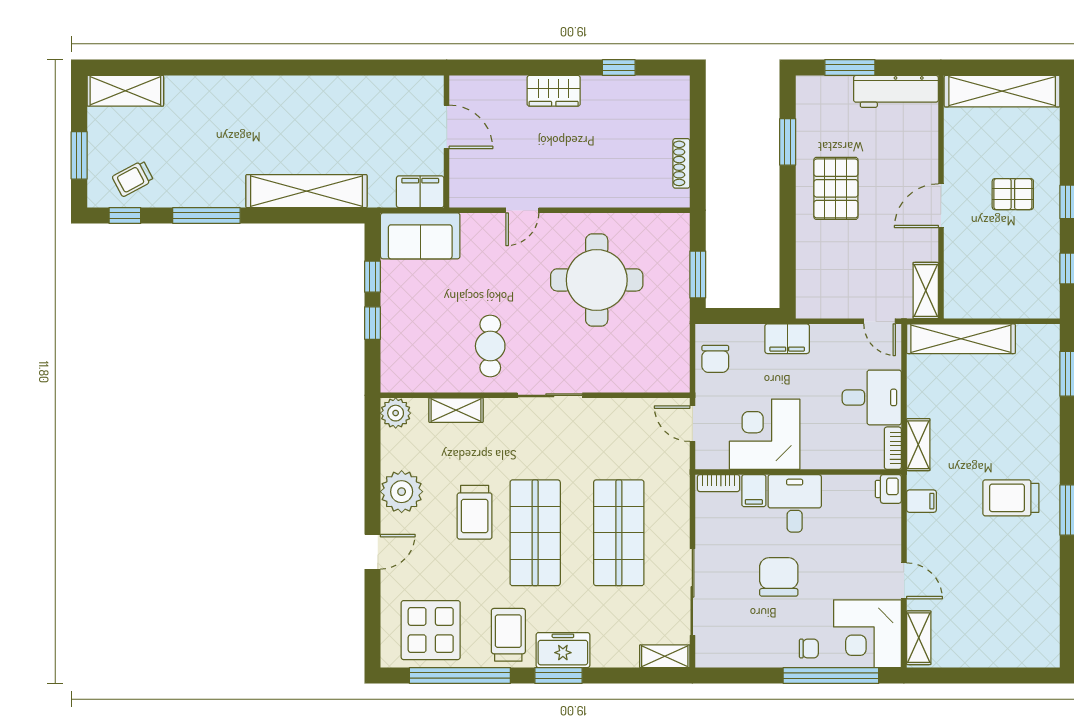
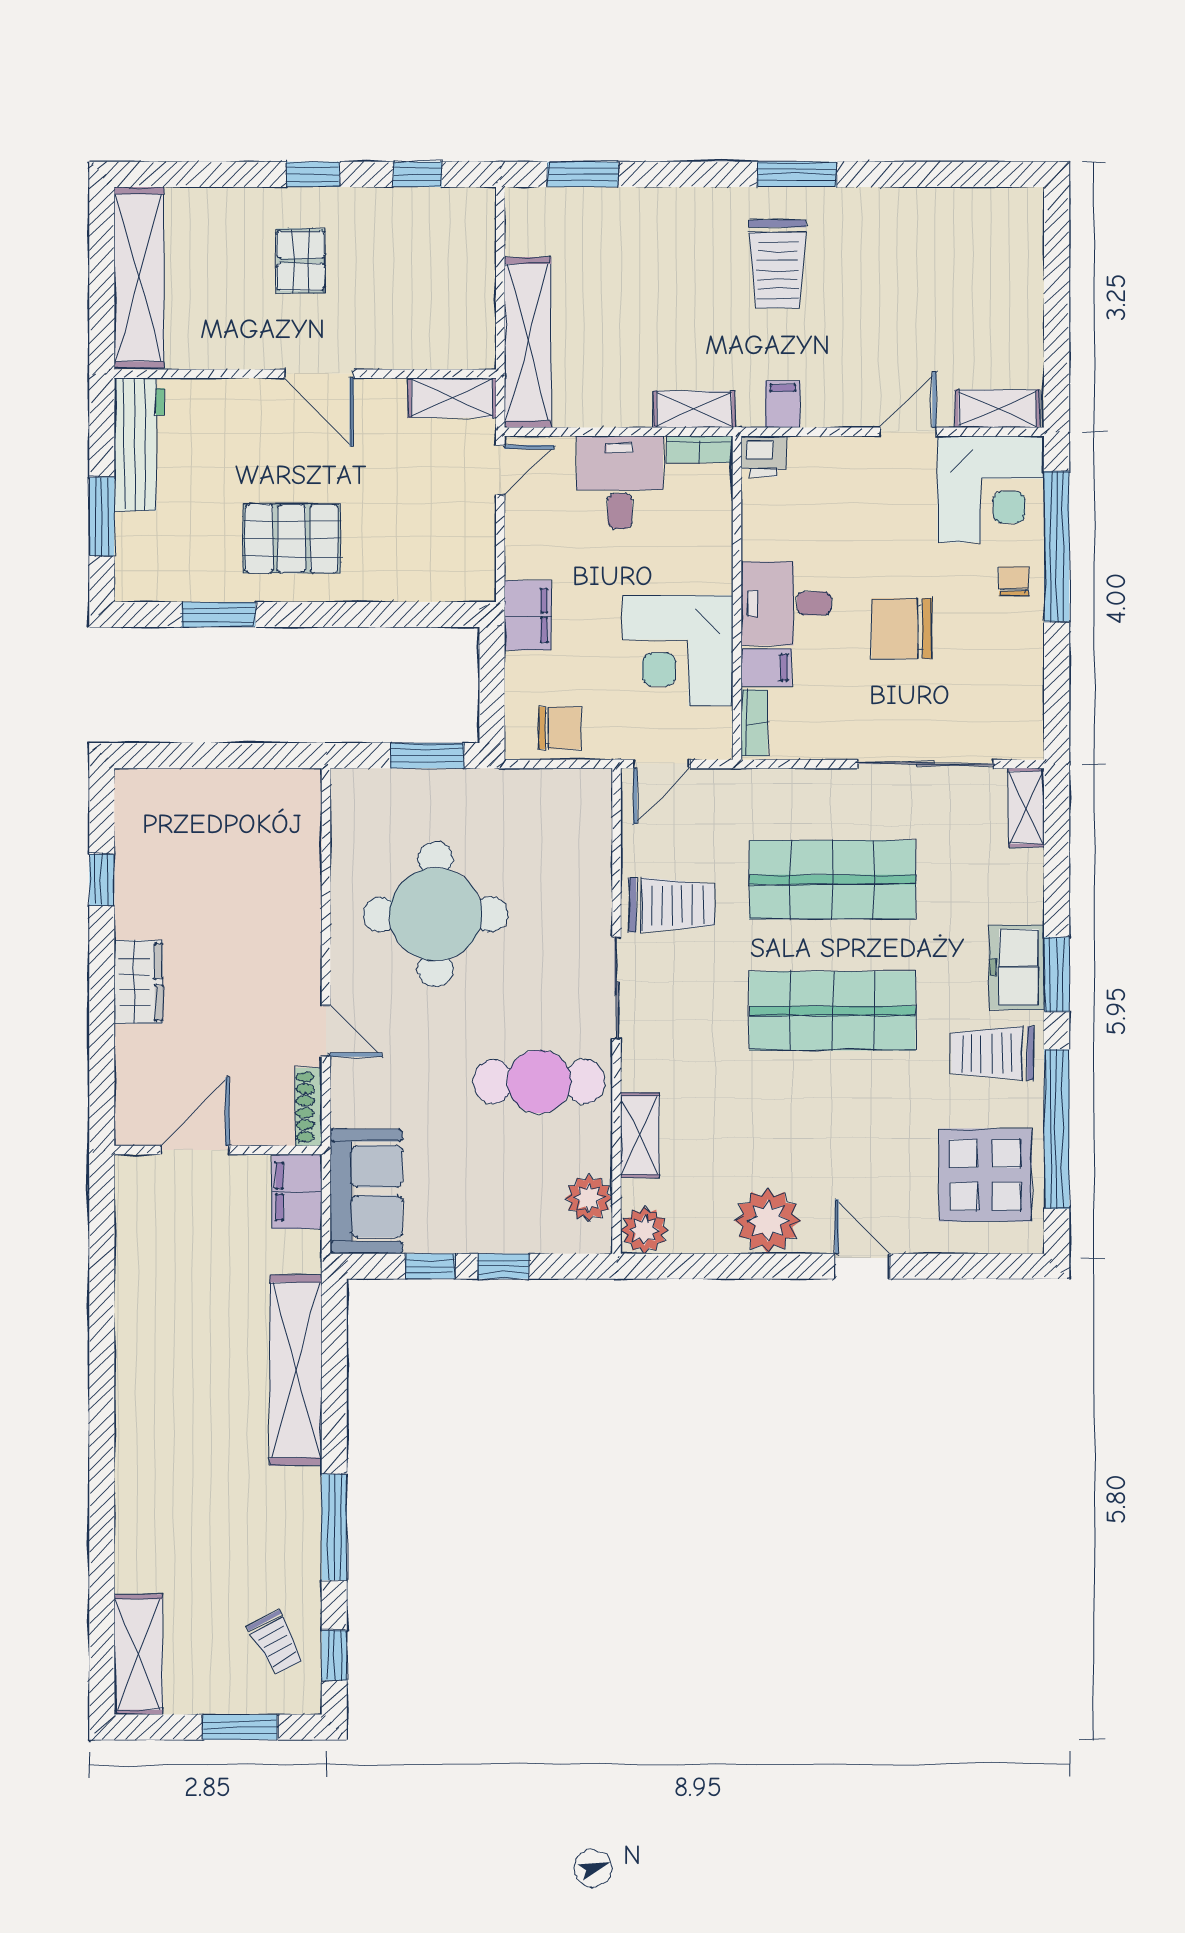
shoe rack: (681, 163) -> (309, 1107), moved, turned 90
cafe table: (490, 346) -> (539, 1081), width x1.37, depth x1.35
plant: (416, 378) -> (589, 1198), added
trolley: (475, 512) -> (672, 905), moved

